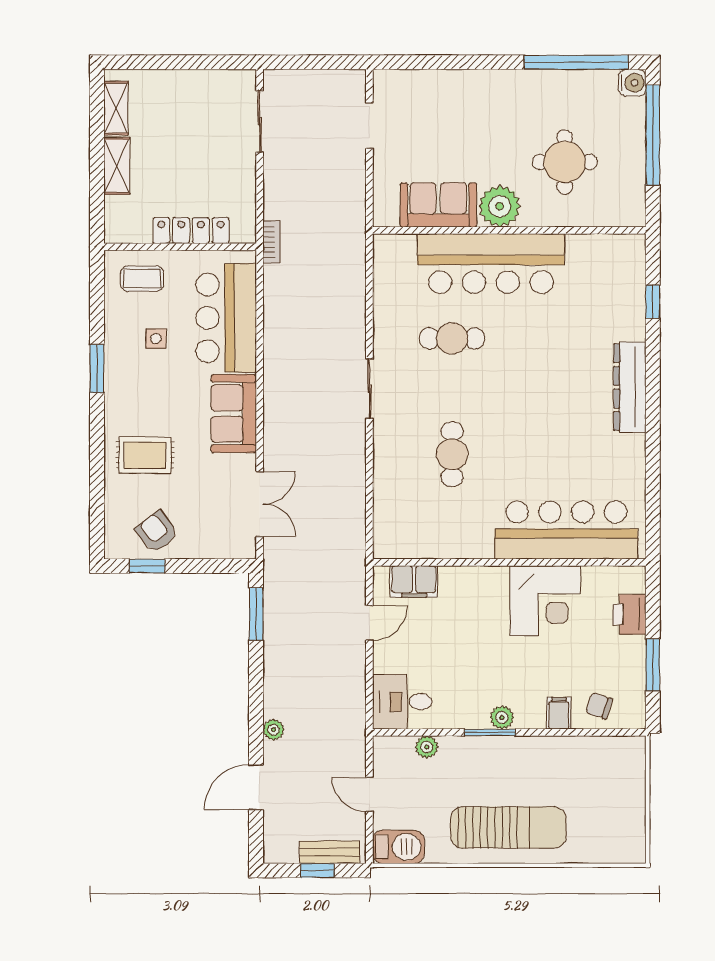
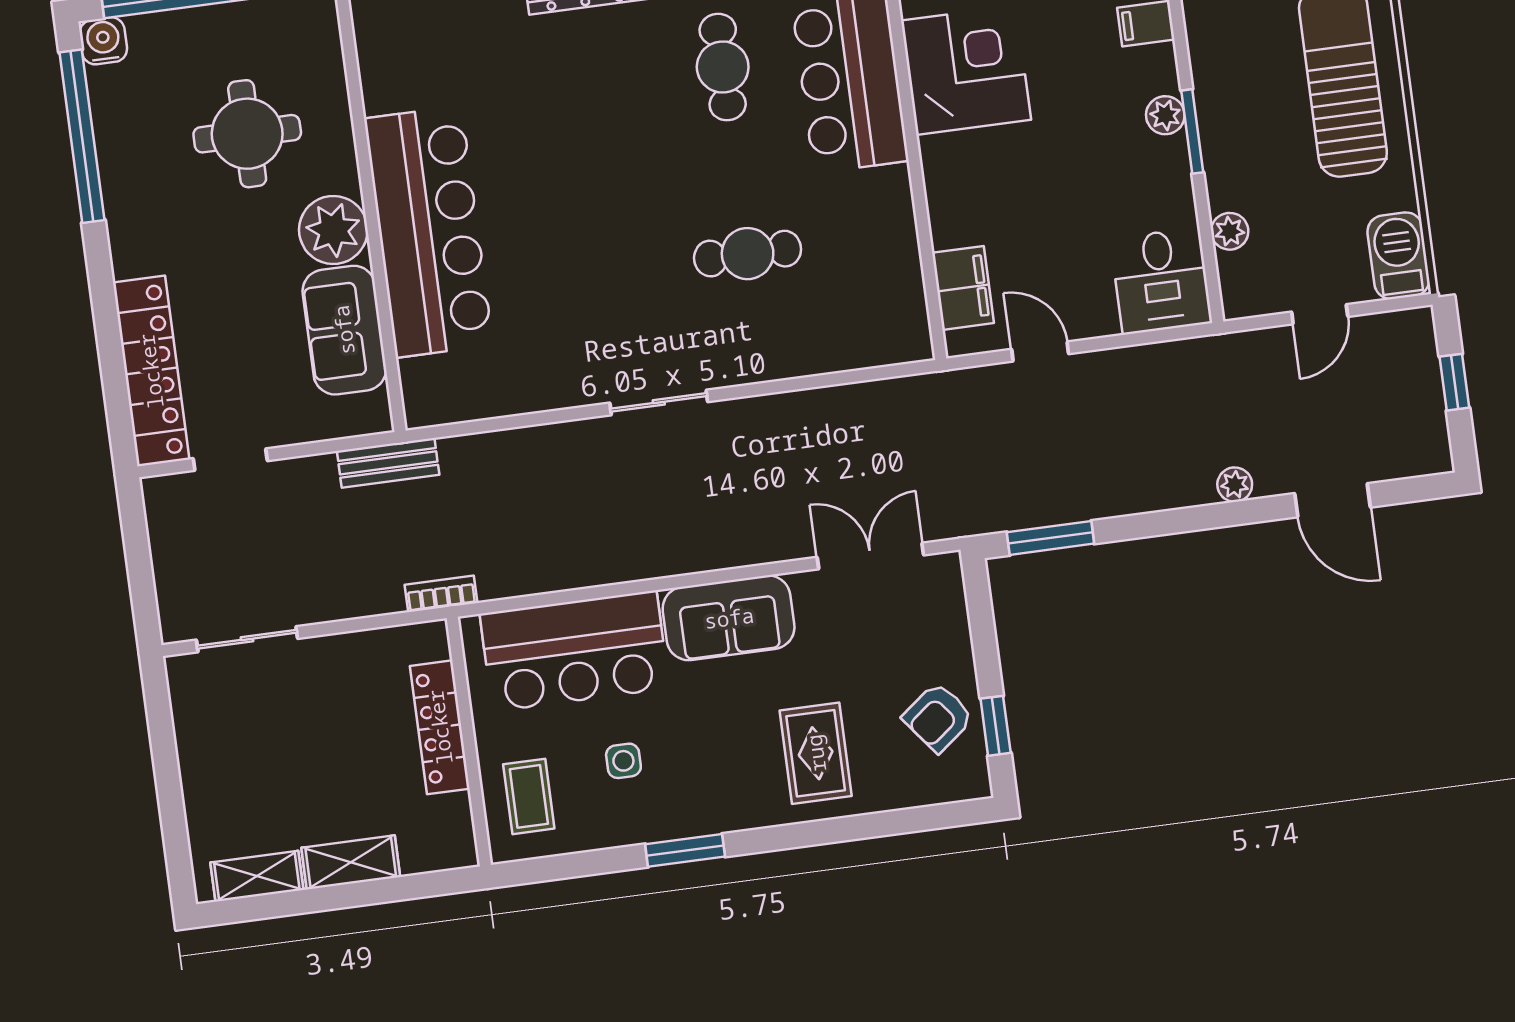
locker: (429, 85) -> (151, 371), added
cafe table: (452, 338) -> (723, 67), moved
bench: (330, 852) -> (388, 463), moved, turned 90

